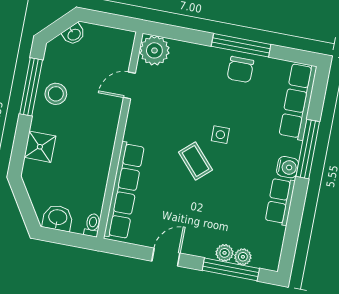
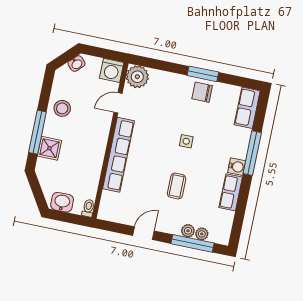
washing machine: (120, 43) -> (112, 70), added
window: (241, 45) -> (203, 74), width x0.69
chair: (240, 70) -> (202, 92), turned 90
window: (31, 87) -> (37, 132), moved
row of seats: (298, 101) -> (247, 108), width x0.68
coffee table: (195, 161) -> (177, 186), moved, turned 42
row of seats: (124, 191) -> (118, 155), moved

